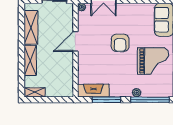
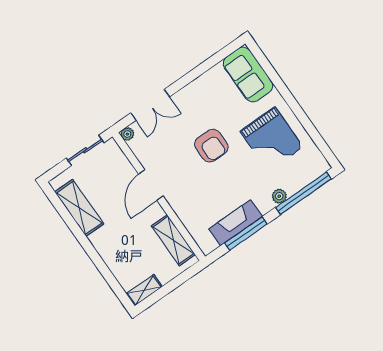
shelving: (30, 60) -> (173, 240), moved
grand piano: (153, 61) -> (272, 139), turned 90
fireplace: (93, 91) -> (236, 223), moved

